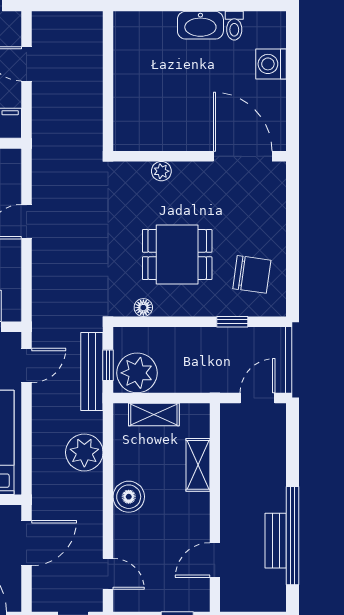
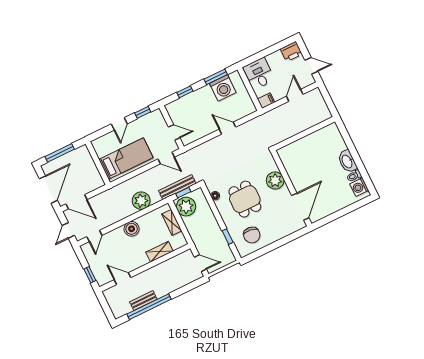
washing machine: (271, 64) -> (359, 187), moved, turned -90
plant: (161, 171) -> (275, 180), width x1.88, depth x1.88
door: (27, 543) -> (76, 202), moved

